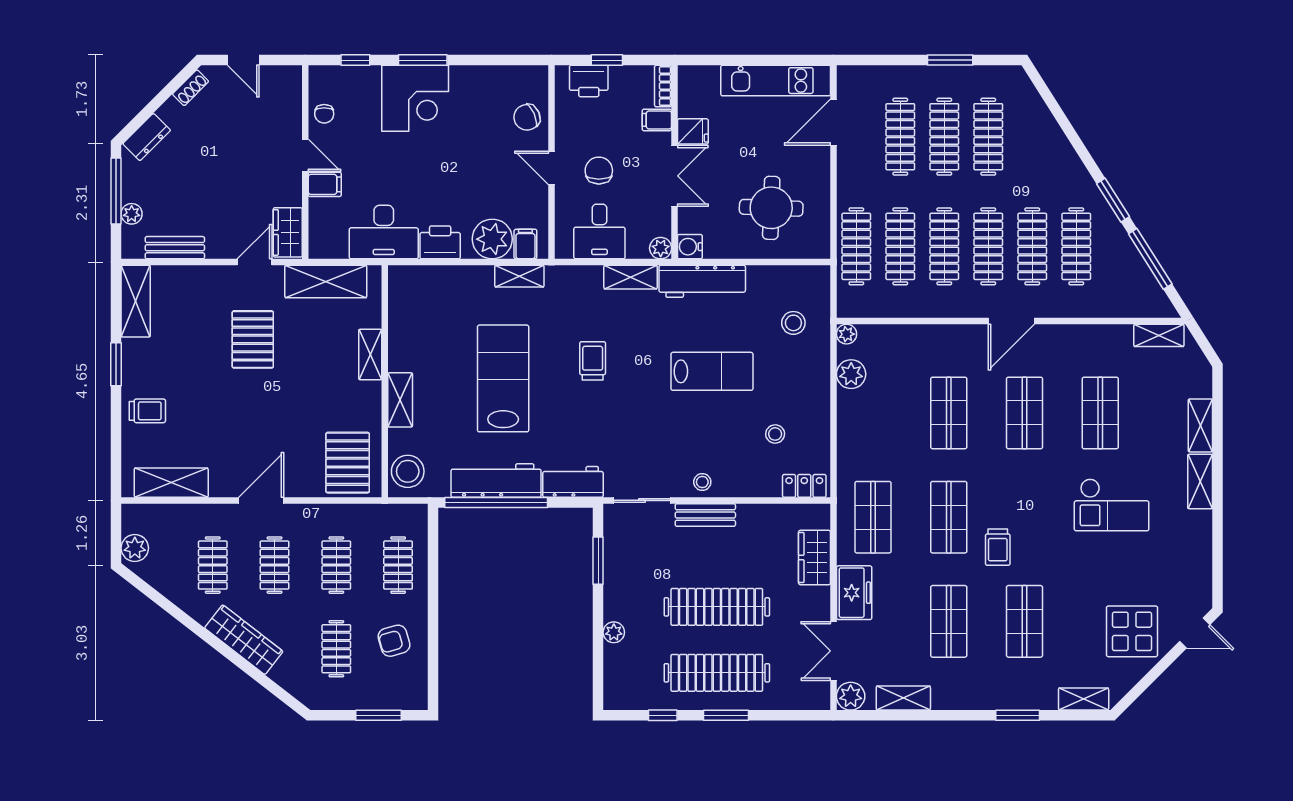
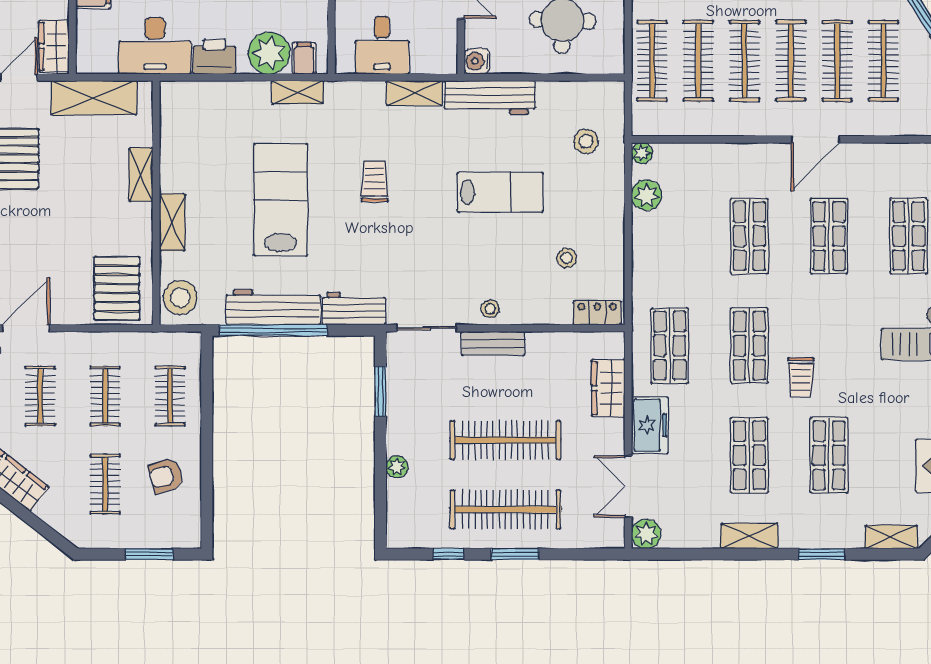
plant: (661, 248) -> (446, 63), removed
shelving: (903, 698) -> (750, 536), moved

